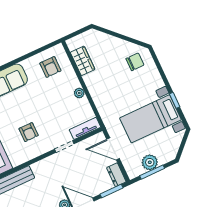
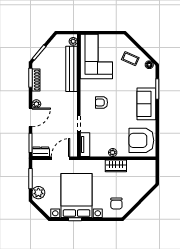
wardrobe: (83, 61) -> (116, 166), moved
armchair: (50, 67) -> (141, 140), width x1.88, depth x1.88
bed with nightstands: (150, 119) -> (77, 196), width x1.36
plant: (150, 162) -> (38, 193), moved

